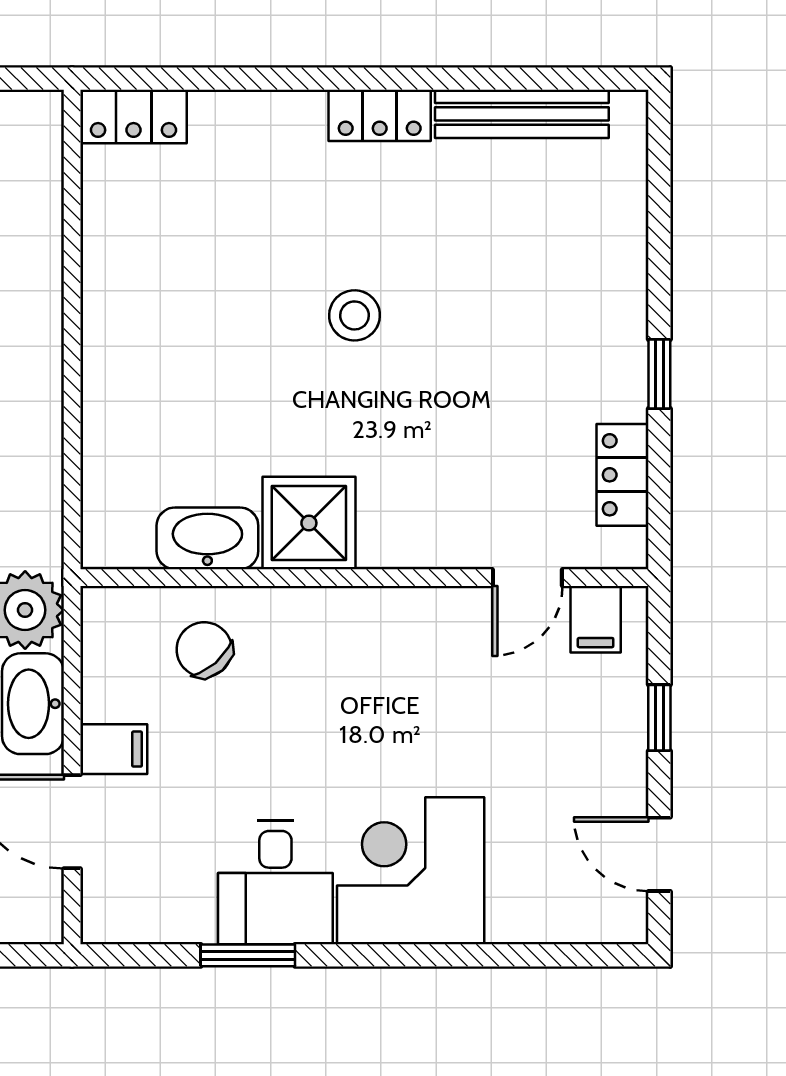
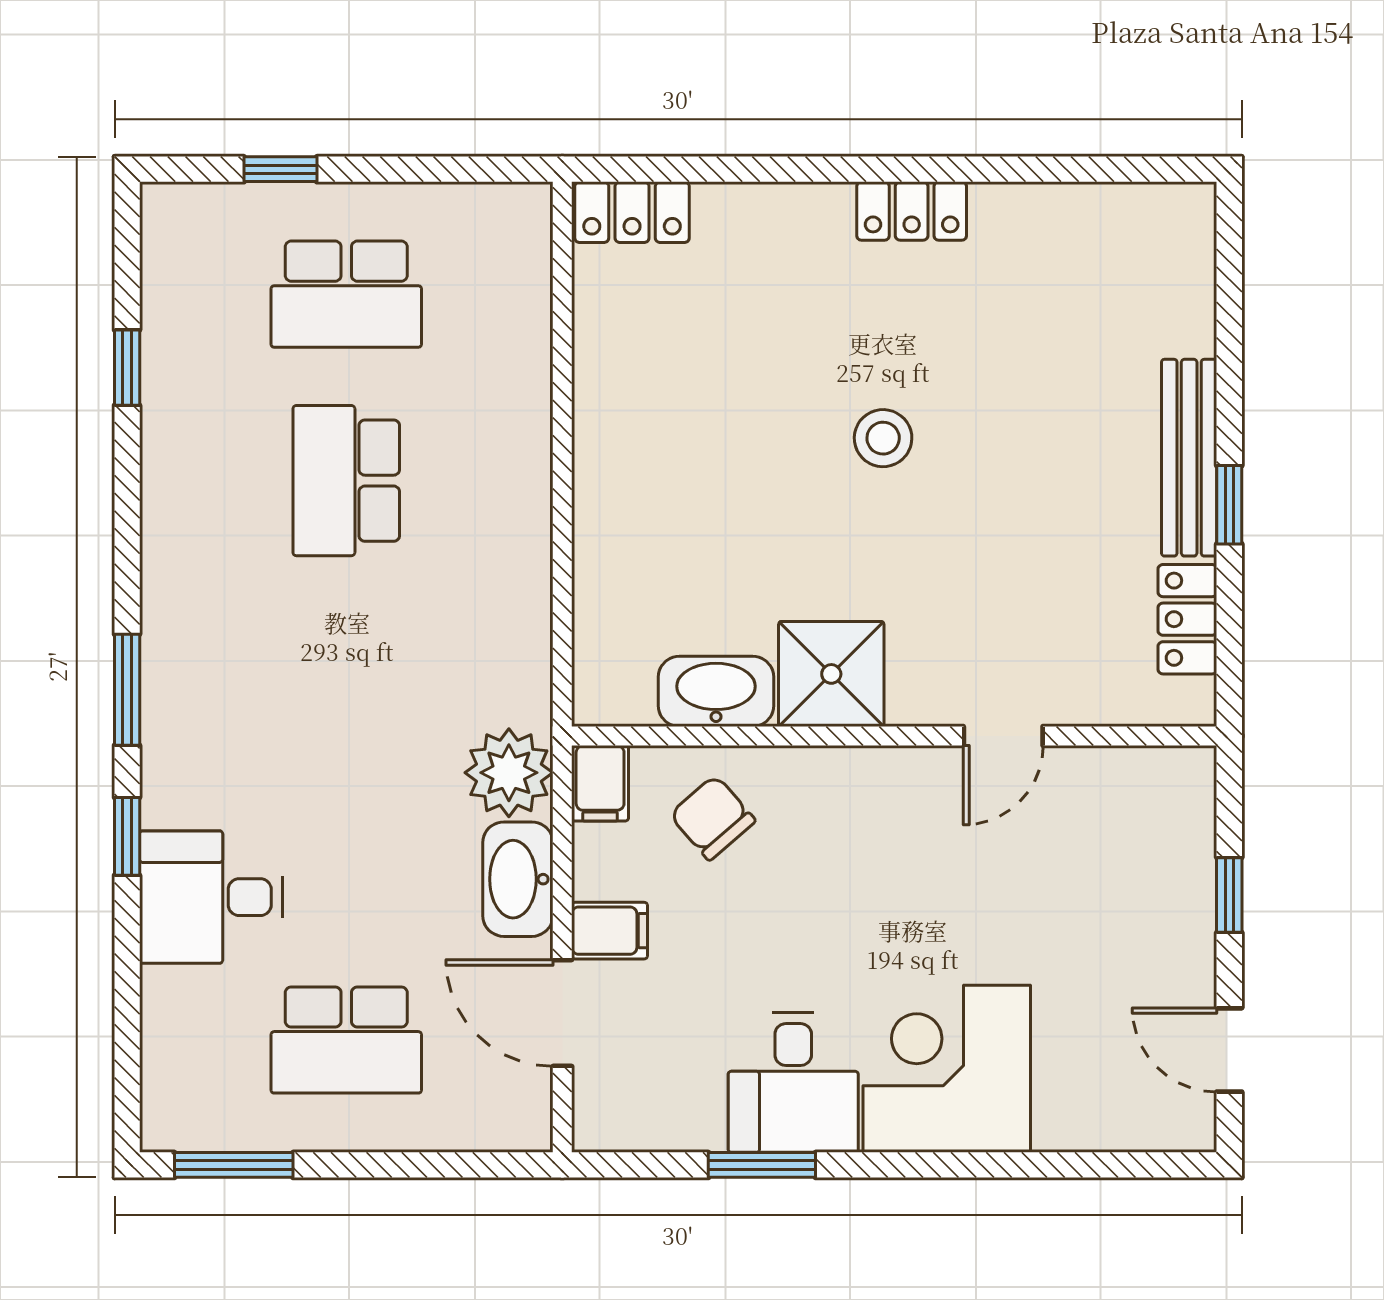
bench: (522, 114) -> (1189, 458), moved, turned 90
door: (527, 578) -> (1003, 736), moved
filing cabinet: (596, 619) -> (600, 783), moved

